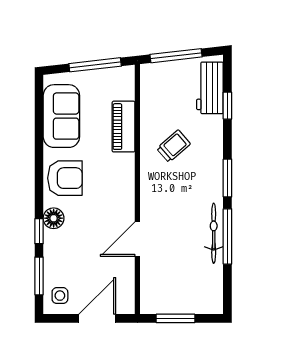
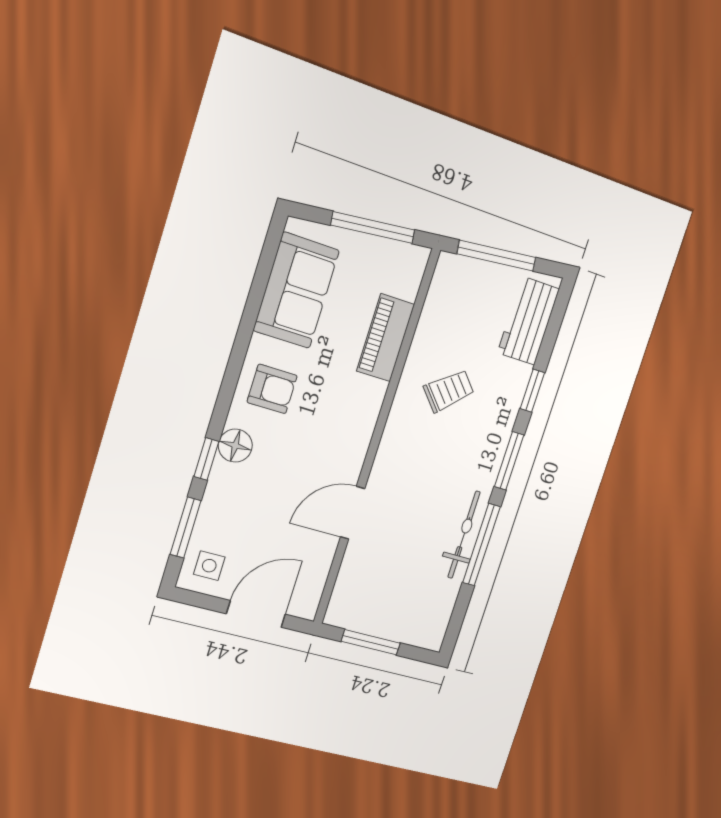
window: (227, 106) -> (532, 391), moved
armchair: (65, 178) -> (272, 389), width x0.72, depth x0.72

